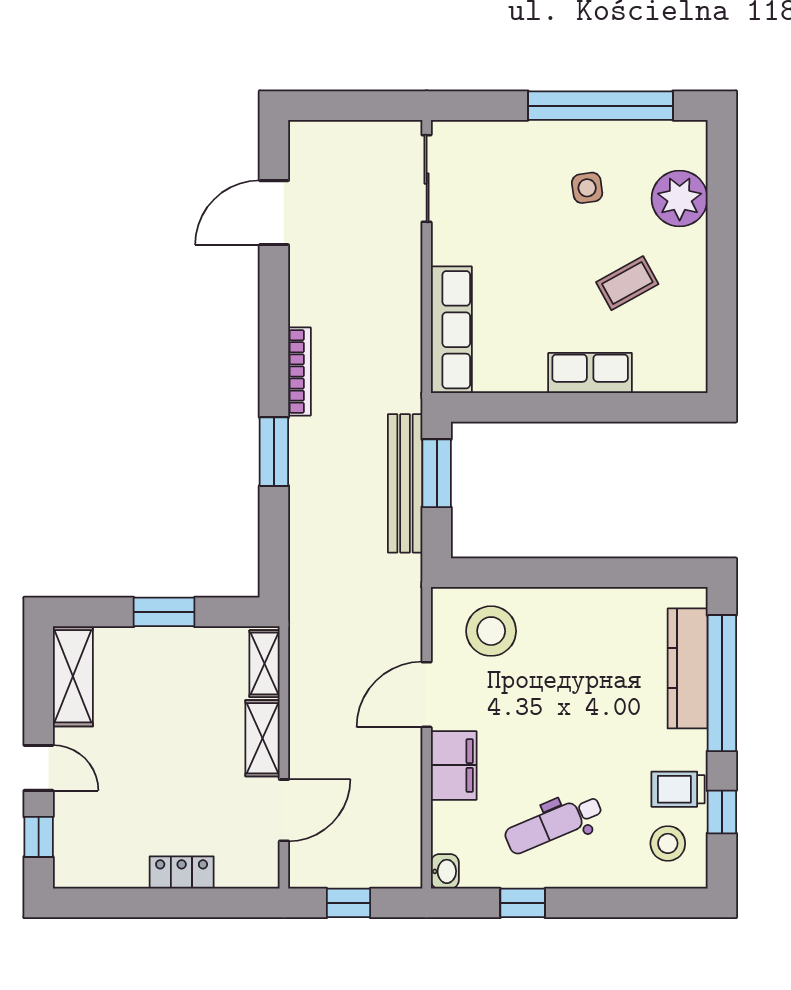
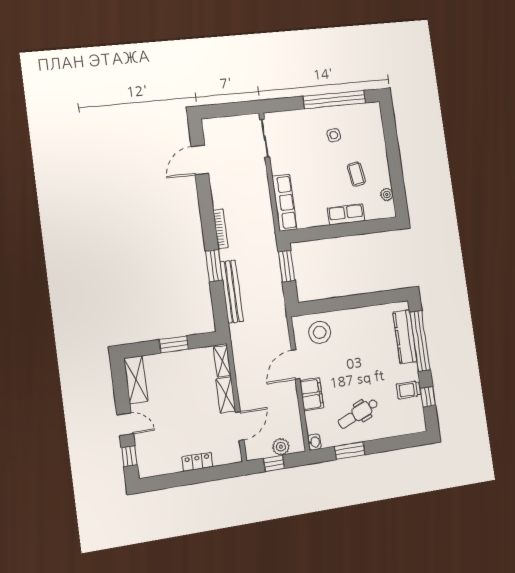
plant: (680, 199) -> (387, 195), moved, width x0.53, depth x0.53
coffee table: (627, 283) -> (356, 174), turned -69
bench: (405, 483) -> (232, 292), moved
stool: (668, 843) -> (407, 414), removed
plant: (369, 870) -> (281, 447), added
window: (523, 903) -> (350, 451), width x1.50

